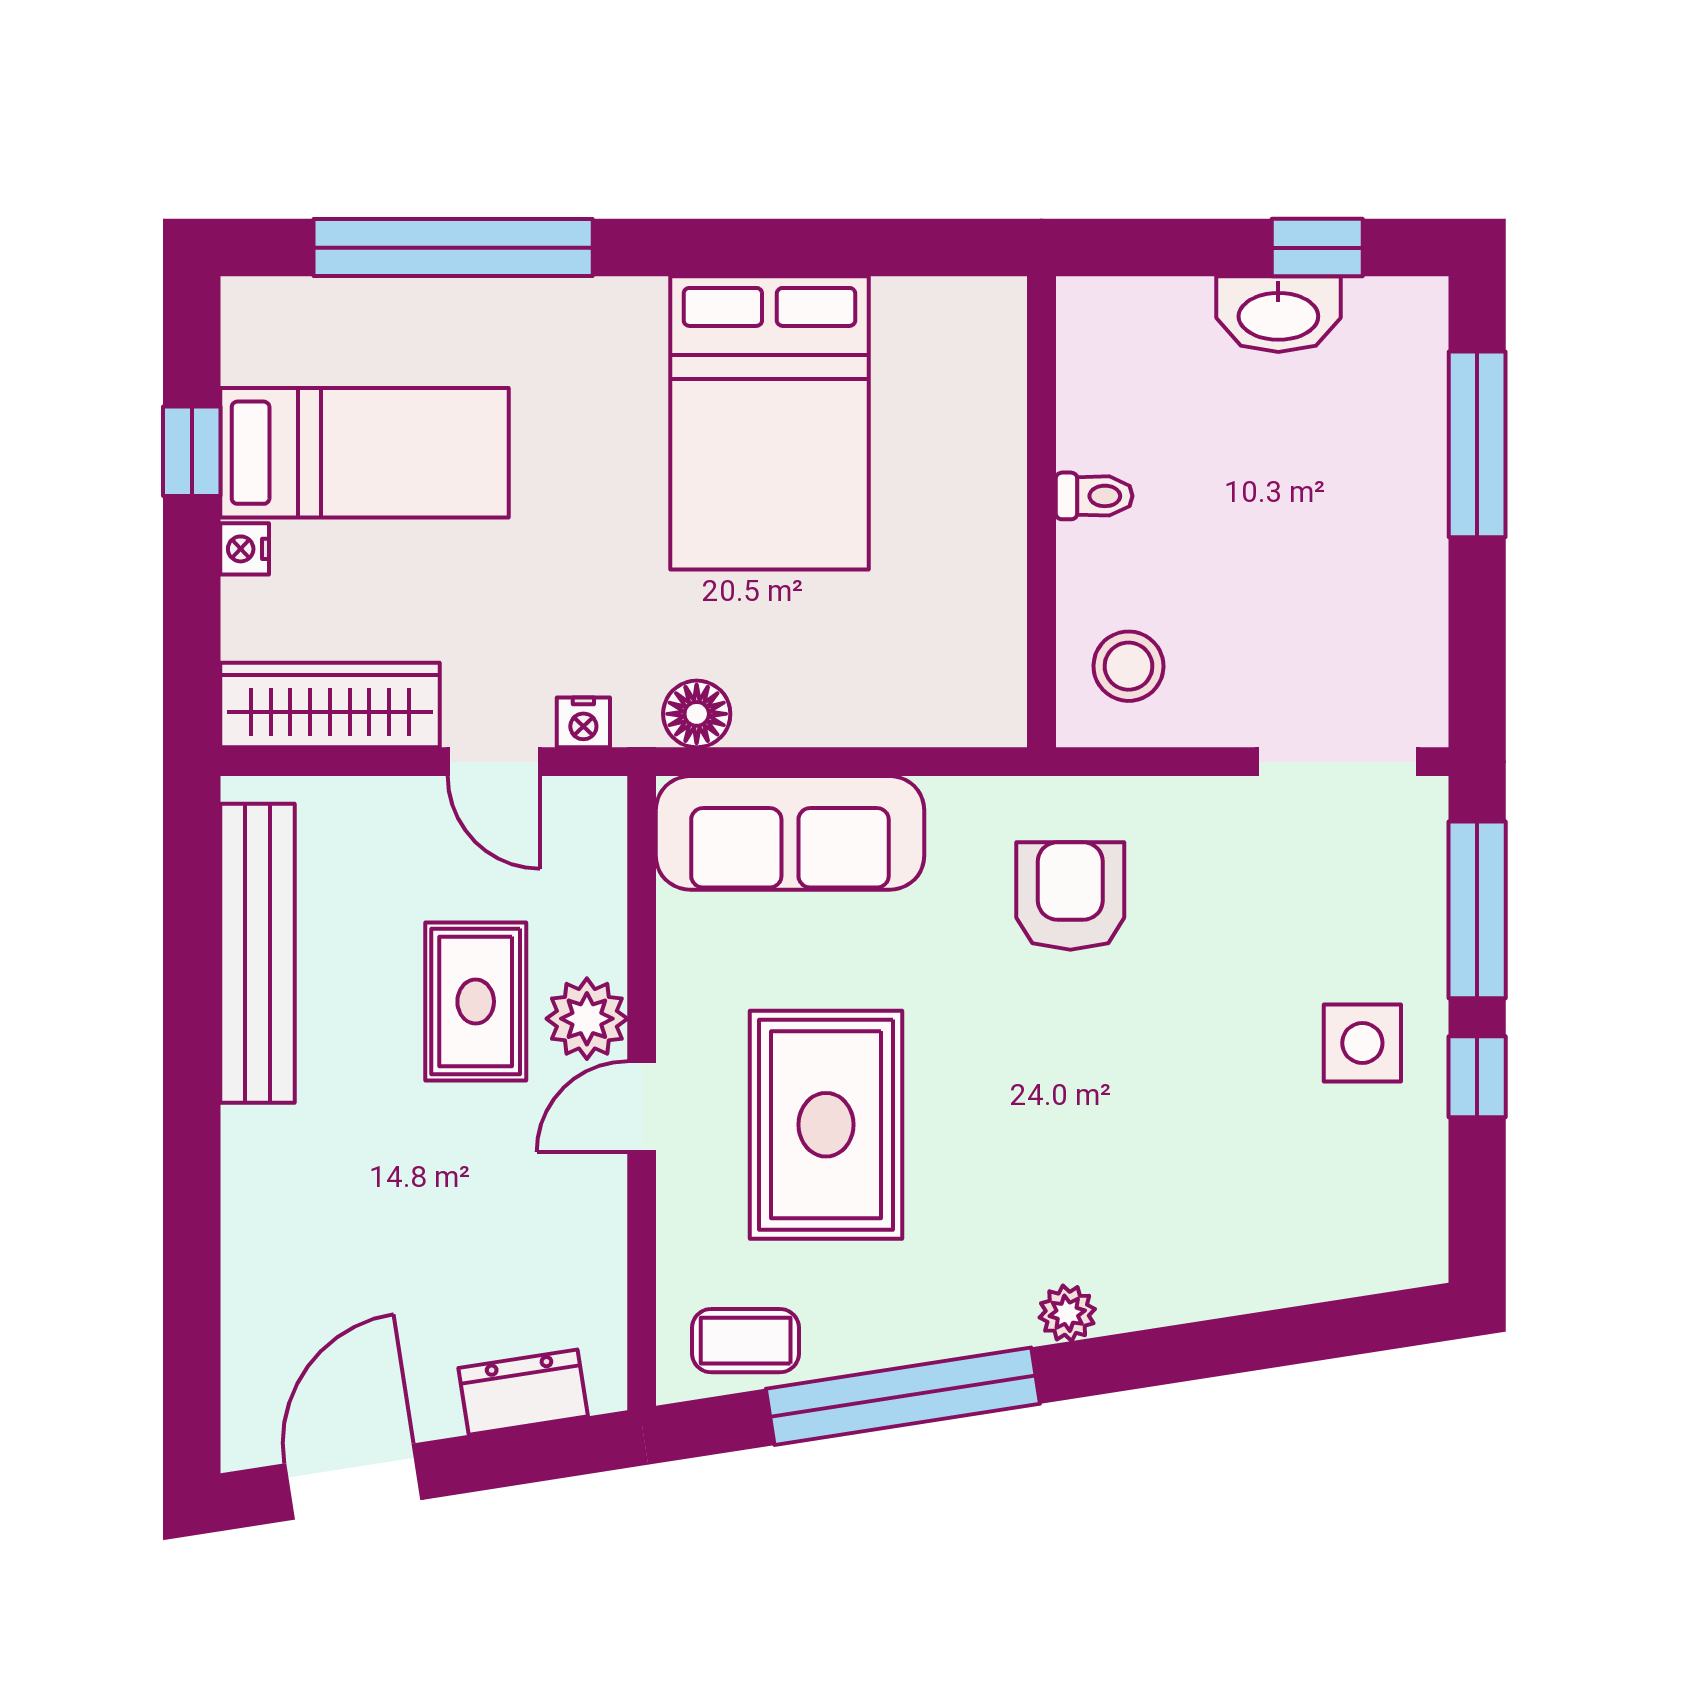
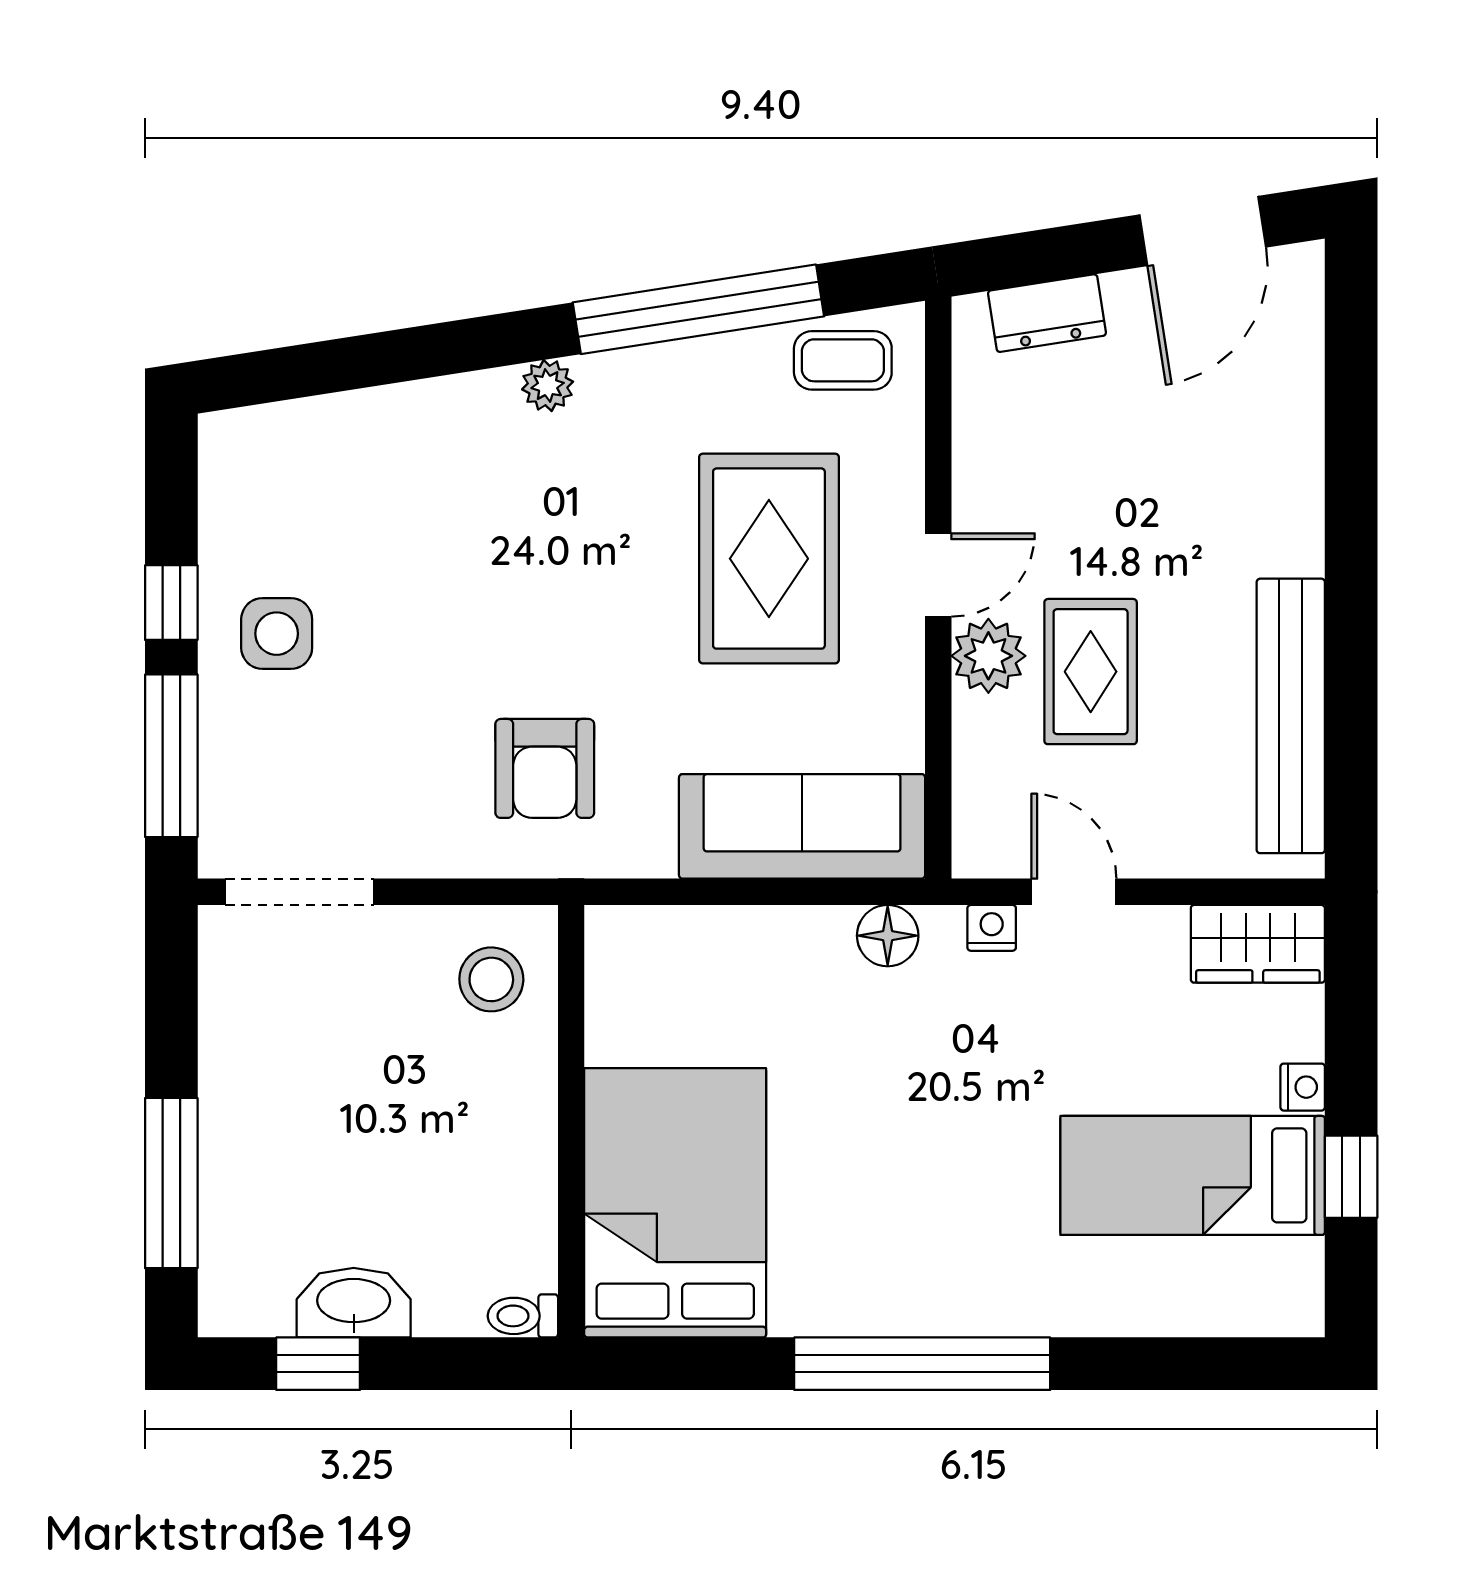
window: (453, 248) -> (922, 1364), moved
bed: (769, 423) -> (675, 1203), moved
toilet: (1094, 496) -> (523, 1316), moved
wardrobe: (330, 705) -> (1258, 944), width x0.67

